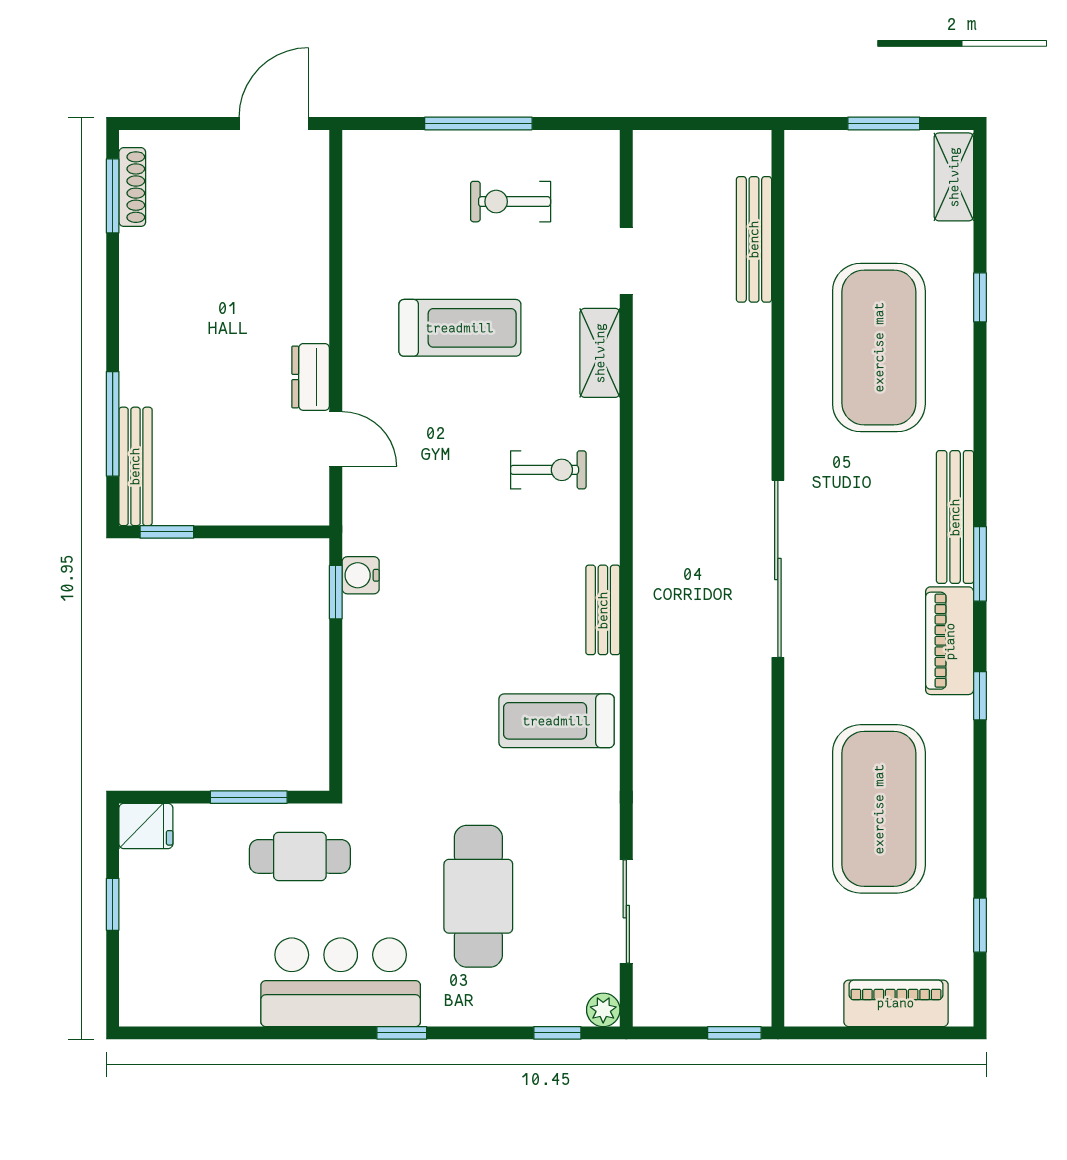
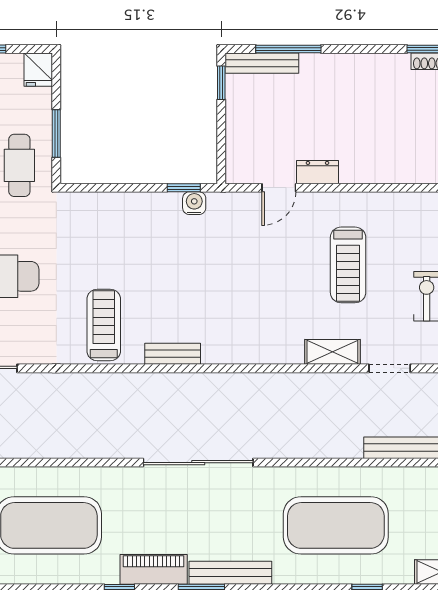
exercise bike: (548, 470) -> (260, 320), removed

